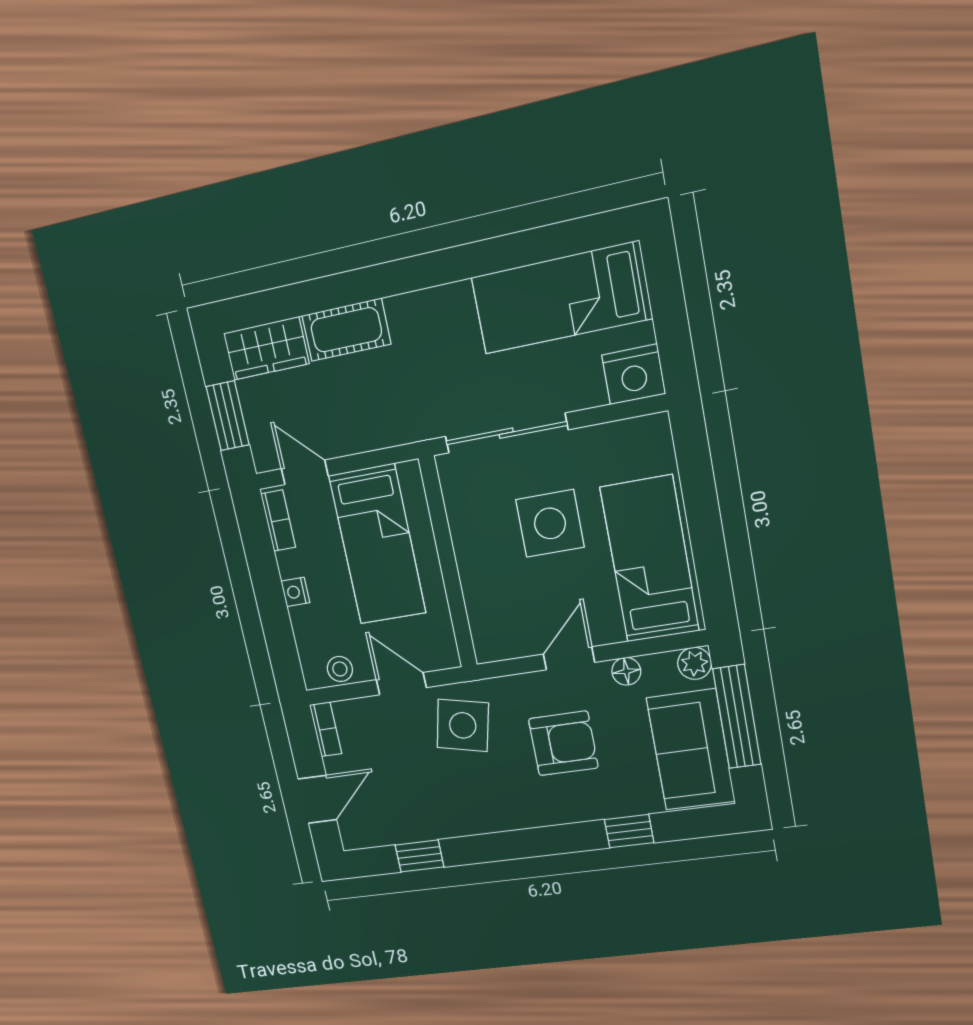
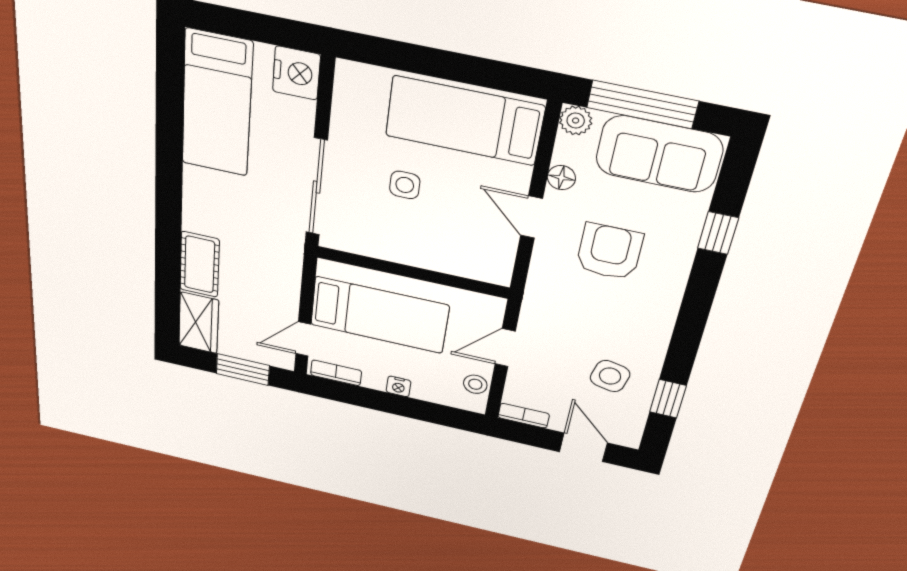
side table: (550, 523) -> (405, 185), width x0.54, depth x0.54
side table: (463, 725) -> (610, 376), moved, width x0.73, depth x0.73

